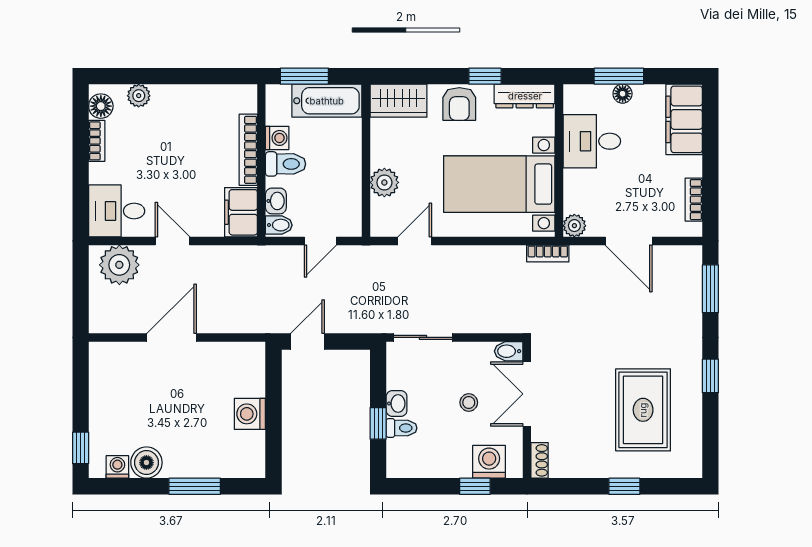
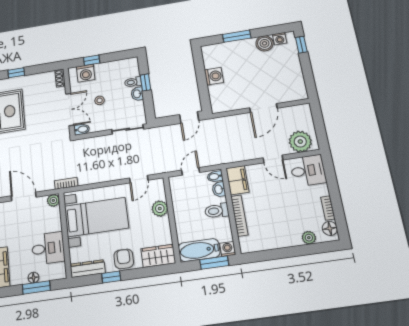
washing machine: (277, 138) -> (228, 249), moved, turned 90

